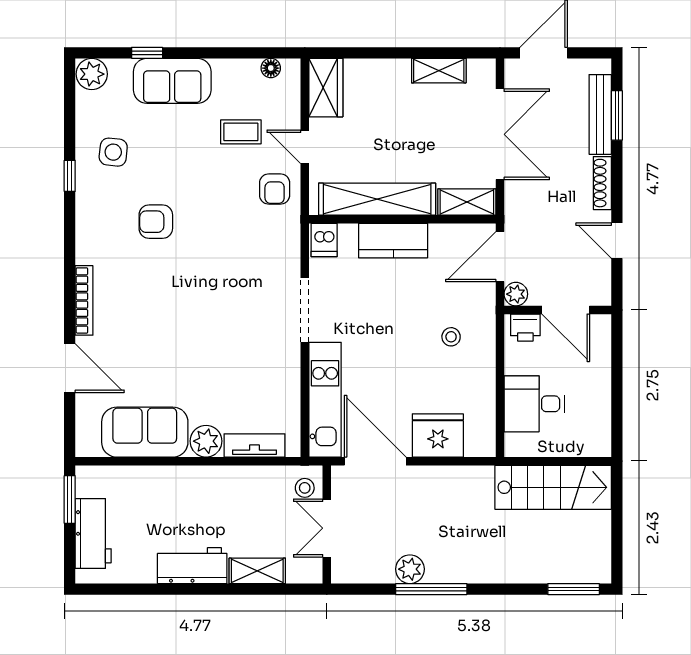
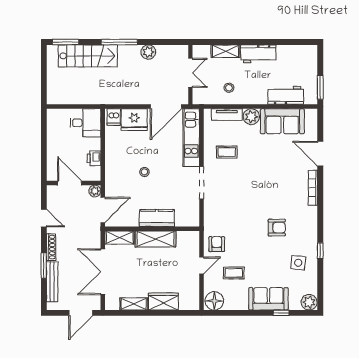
floor lamp: (271, 68) -> (214, 301), width x1.89, depth x1.89
wardrobe: (326, 88) -> (163, 302), moved, turned 90
window: (617, 115) -> (44, 266), moved
door: (305, 147) -> (201, 265), hinge flipped
shelving: (377, 199) -> (156, 239), width x0.68
dishwasher: (324, 240) -> (114, 117), moved, turned 180
printer: (525, 328) -> (94, 158), moved, turned -90
stool: (451, 337) -> (144, 172), moved
coffee table: (255, 371) -> (227, 152), added
desk: (534, 404) -> (86, 123), moved
door: (375, 461) -> (166, 107), hinge flipped
stairs: (553, 487) -> (88, 56), moved, turned 180
stool: (305, 488) -> (229, 88), moved
workbench: (93, 533) -> (286, 95), moved, turned 90
window: (431, 589) -> (119, 42), moved

